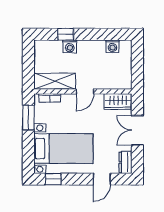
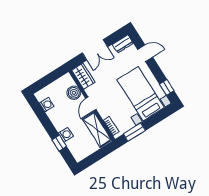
boiler: (107, 81) -> (74, 93), added
door: (85, 91) -> (91, 104), swing flipped

